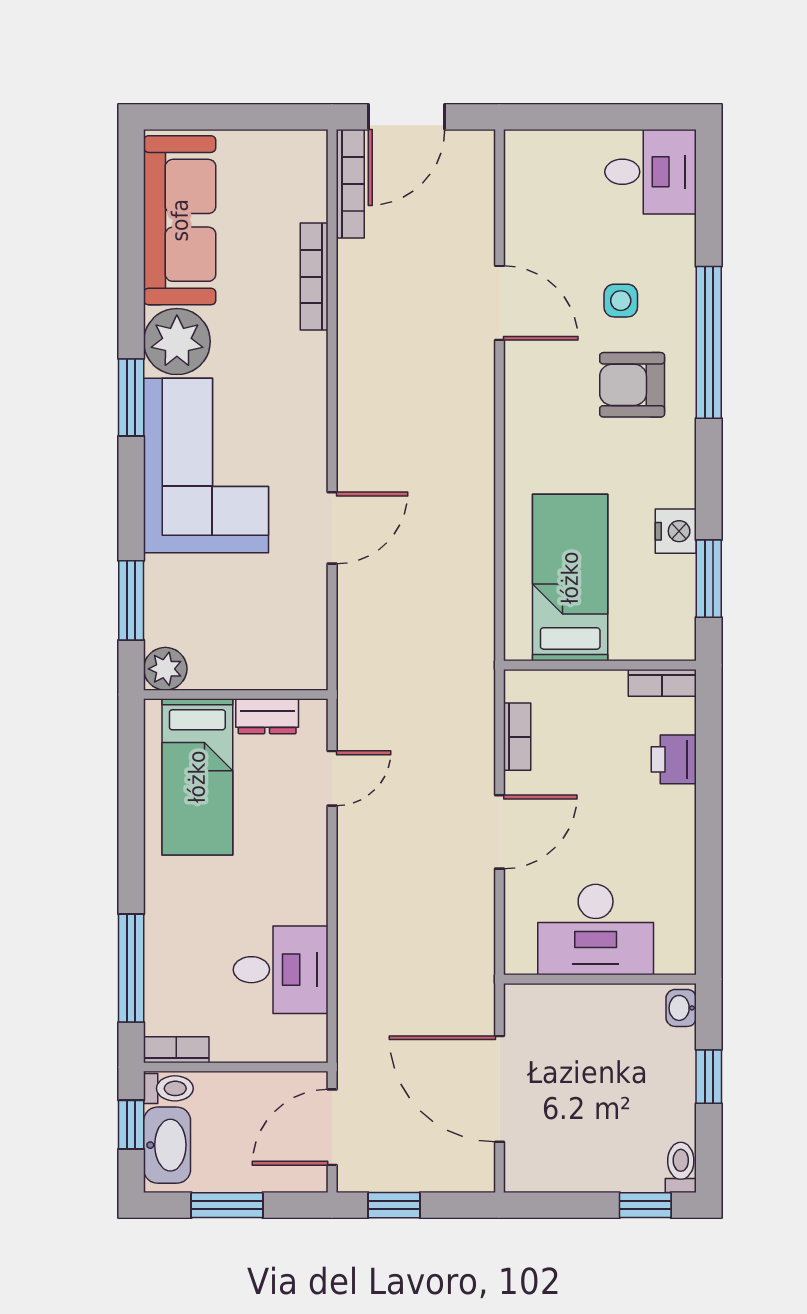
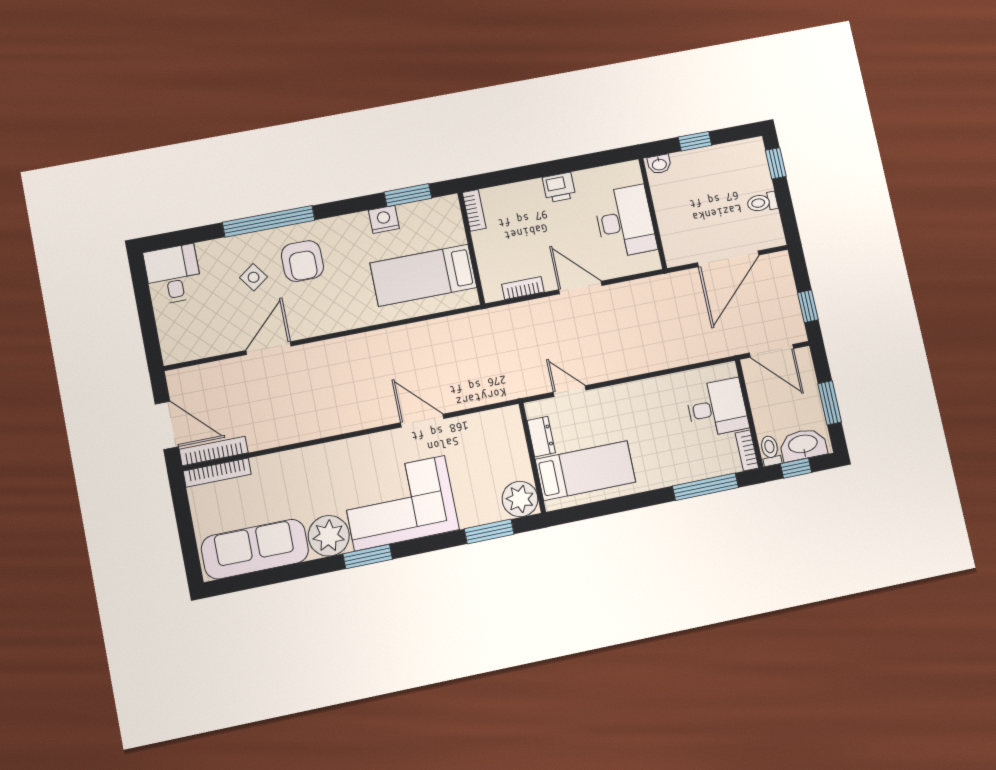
bookcase: (314, 277) -> (217, 473), moved
side table: (621, 301) -> (254, 277), turned -36
plant: (165, 669) -> (520, 499), width x1.36, depth x1.36
printer: (674, 759) -> (559, 187), moved
desk: (281, 970) -> (717, 408), moved, turned 90
toilet: (681, 1167) -> (762, 202), moved

